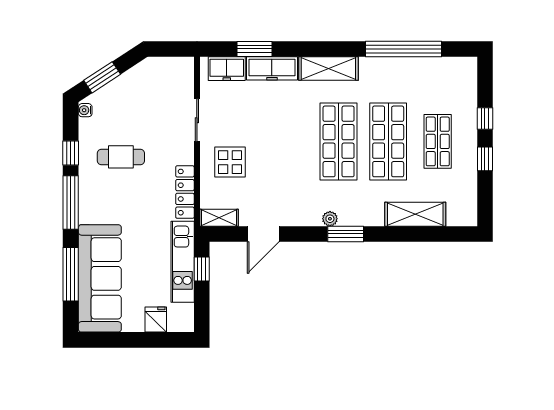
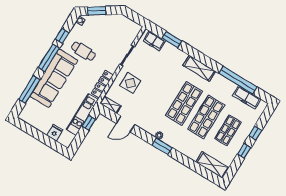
freezer: (272, 68) -> (247, 97), moved
shelving: (415, 214) -> (212, 165), moved
sofa: (100, 278) -> (54, 78), moved

